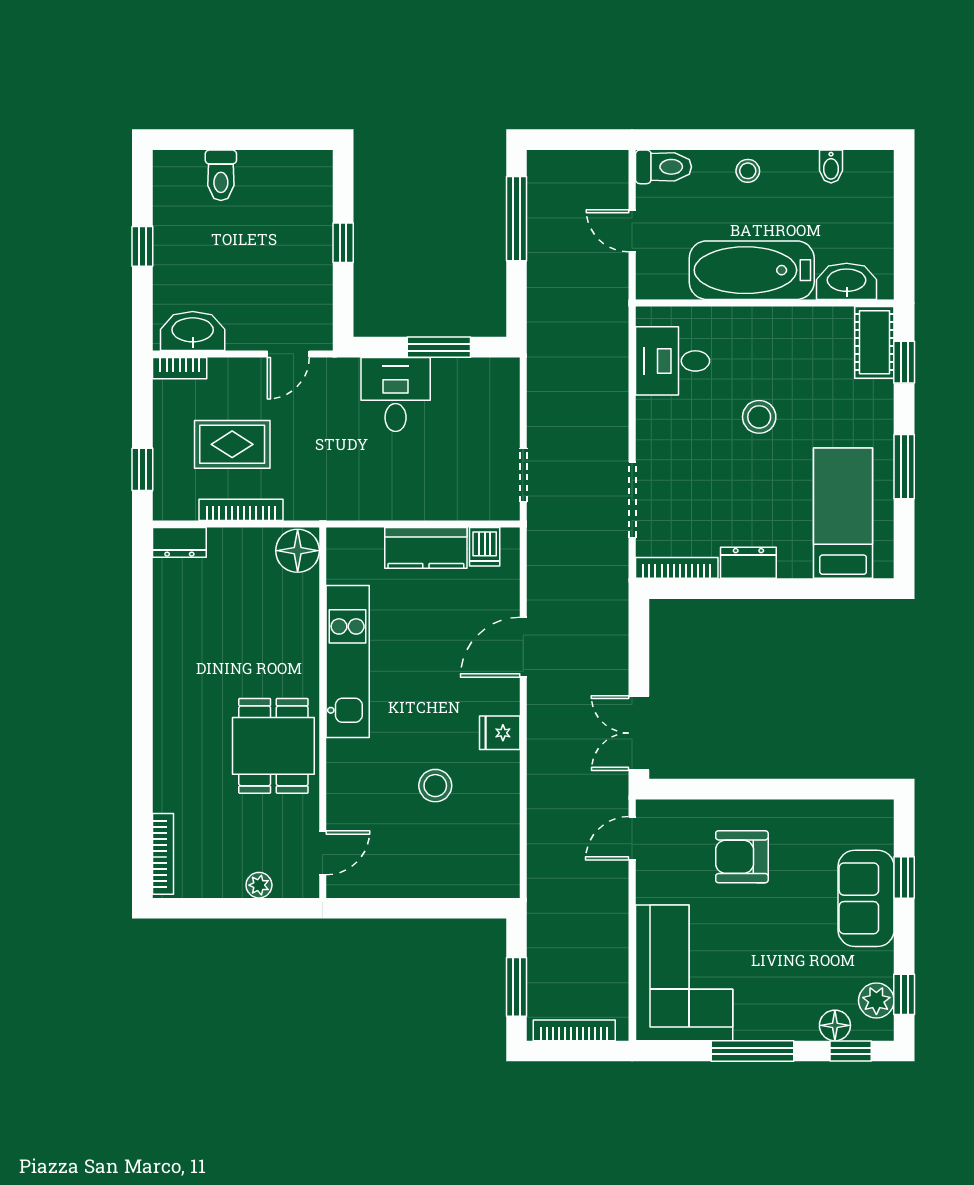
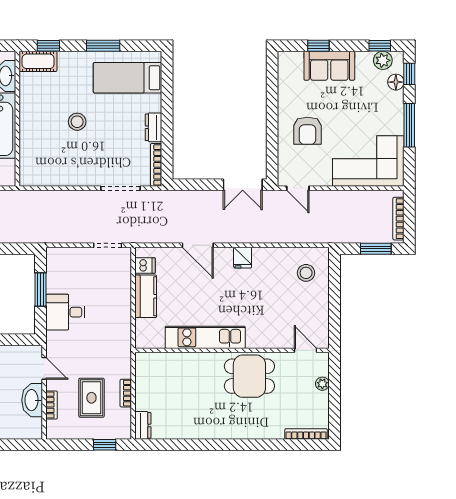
washbasin: (193, 331) -> (32, 400), moved
desk: (672, 361) -> (48, 167), removed
bookcase: (180, 368) -> (52, 405), moved
bookcase: (241, 510) -> (126, 393), width x0.64
floor lamp: (298, 551) -> (147, 364), removed
stool: (435, 786) -> (306, 273), moved

